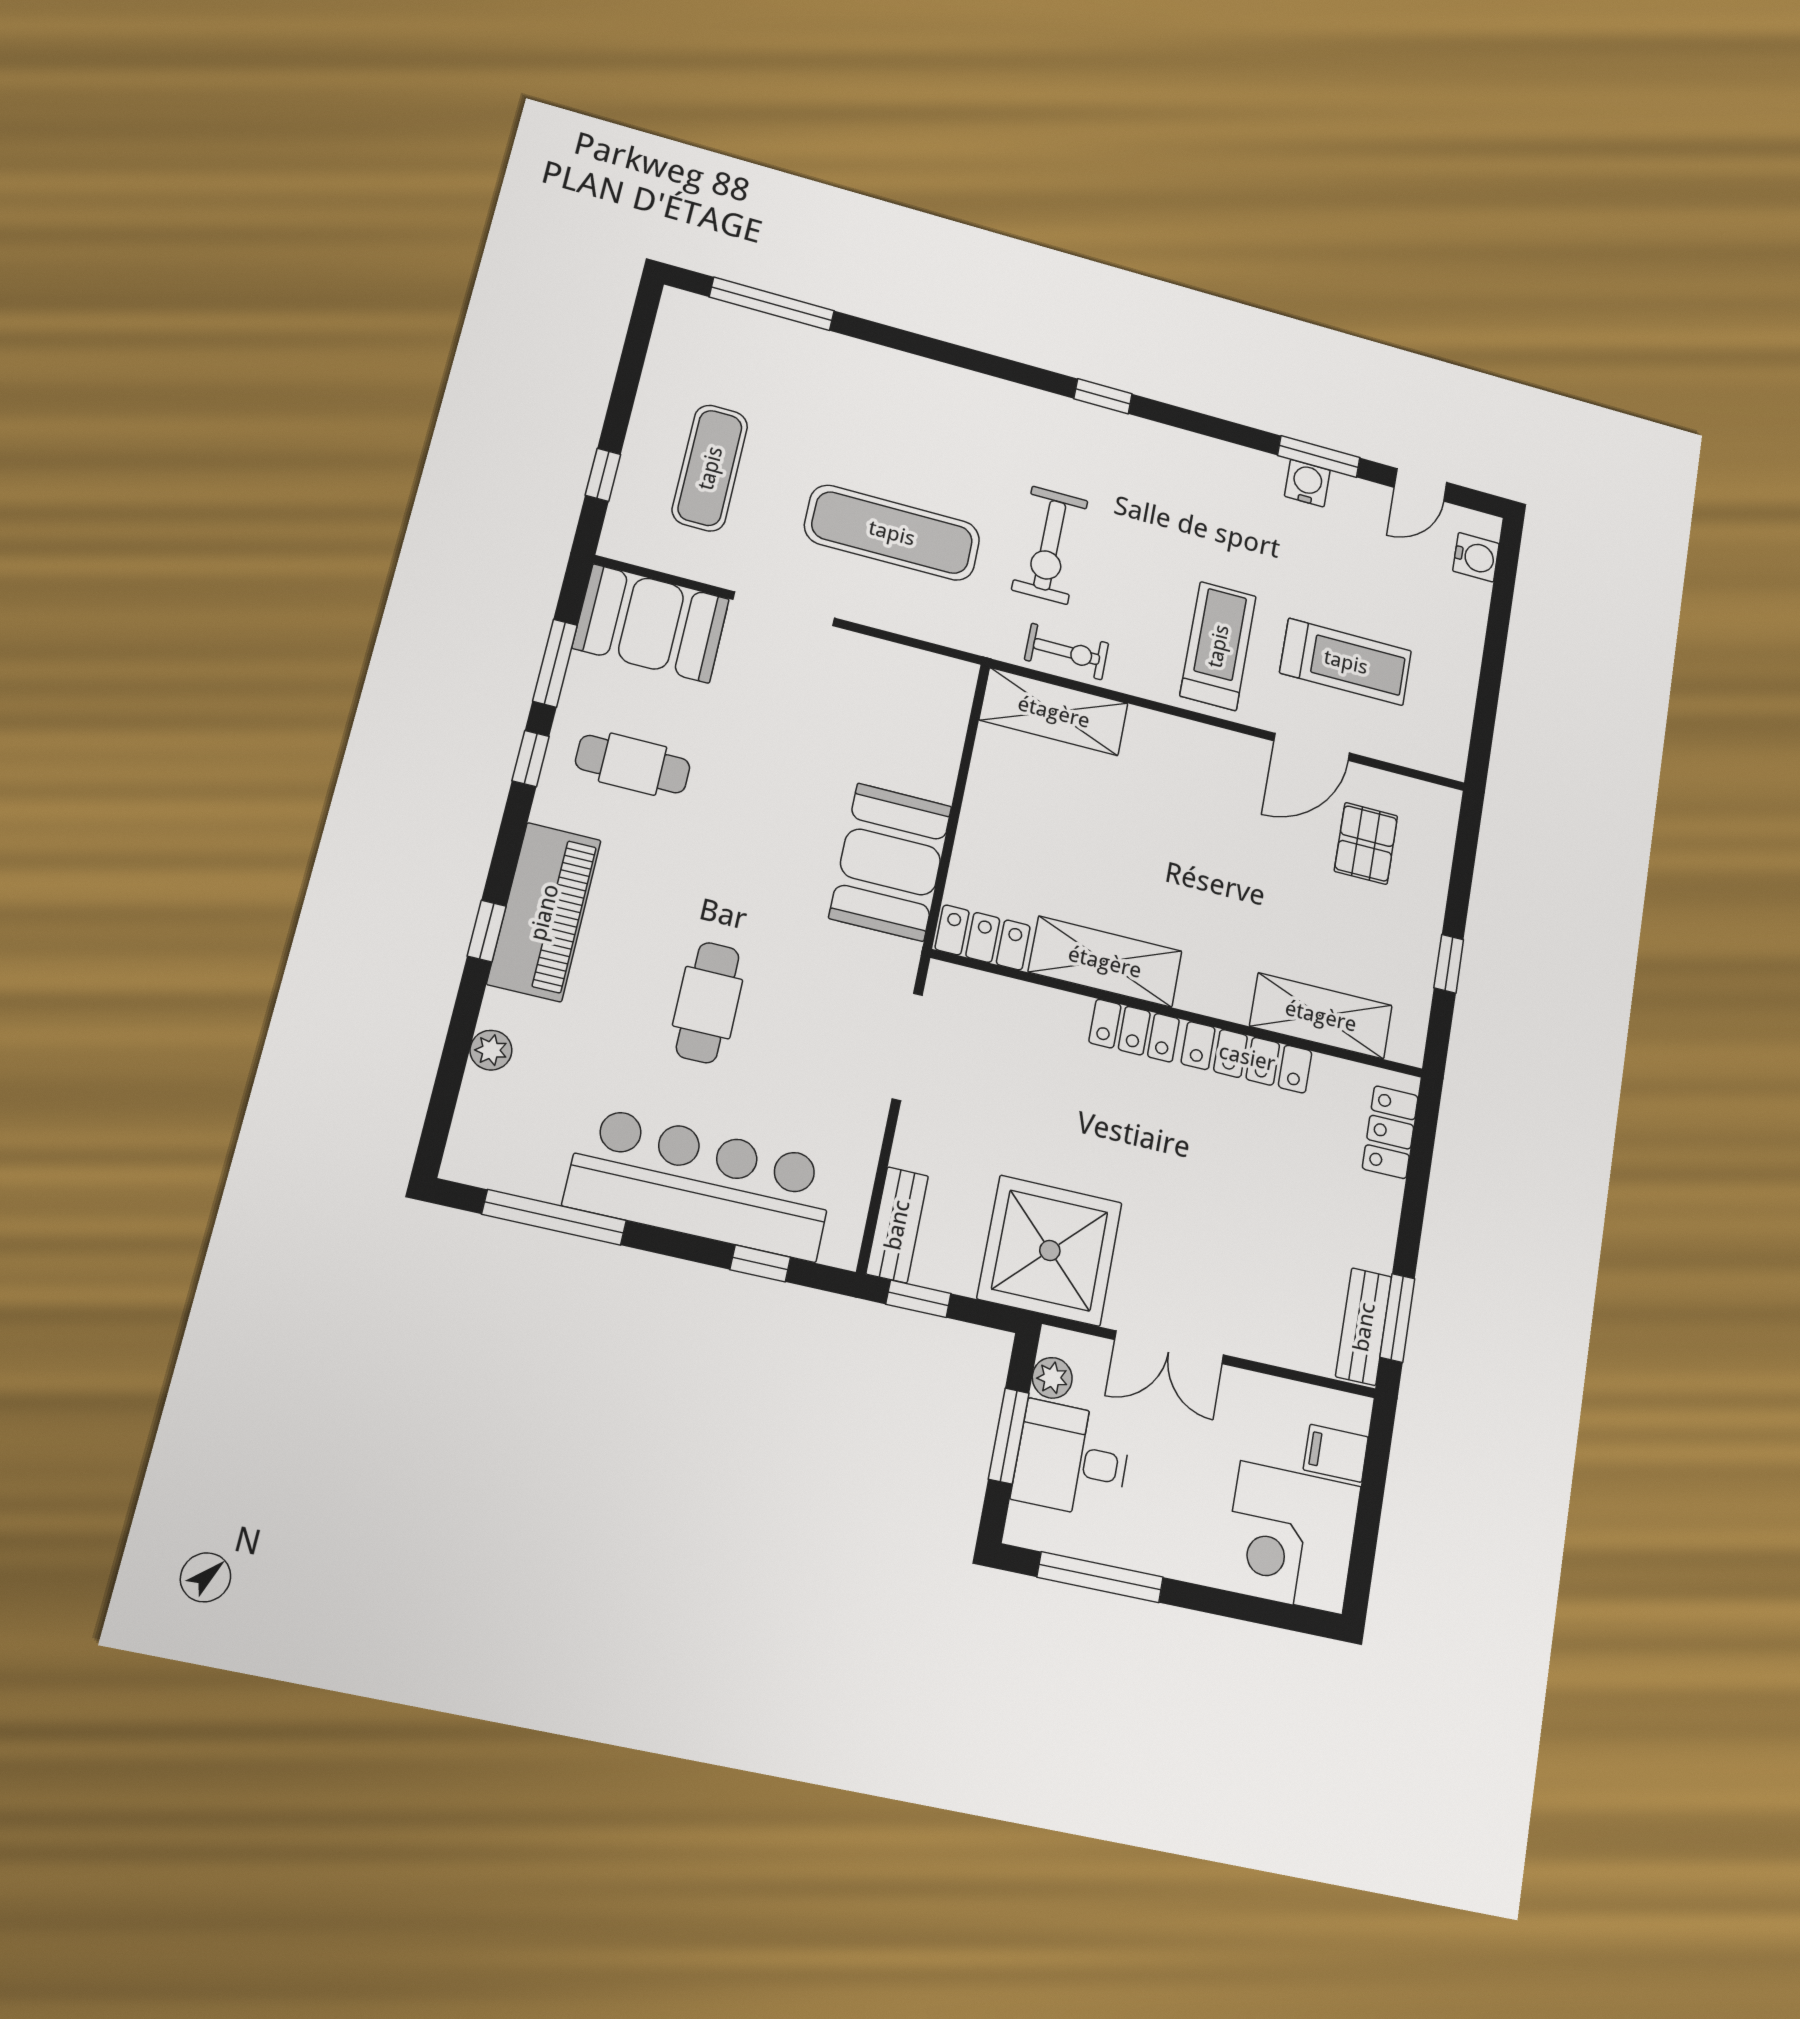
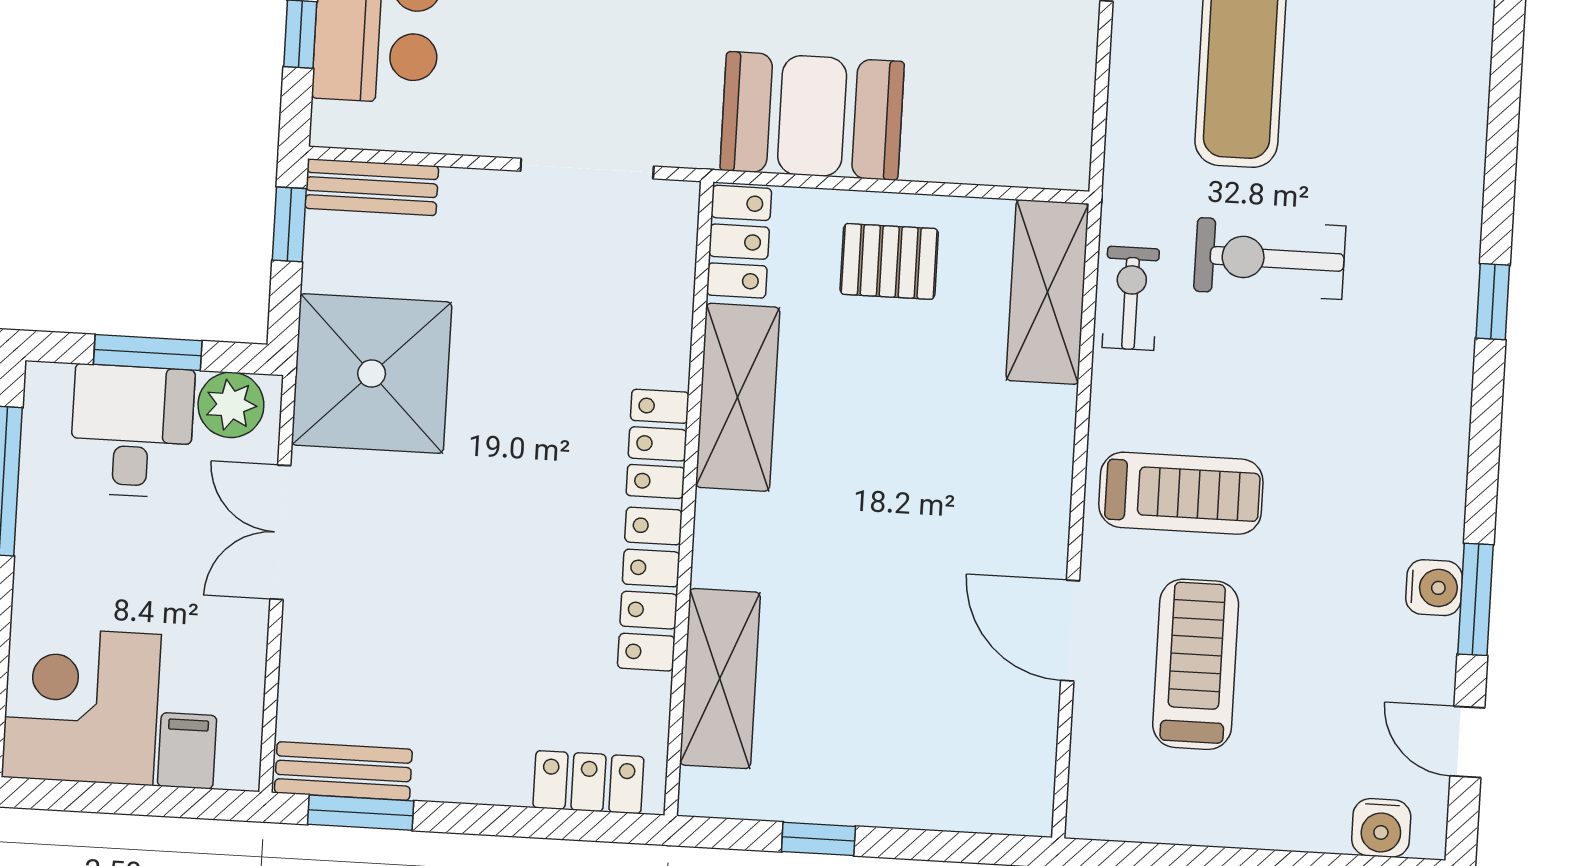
exercise bike: (1067, 652) -> (1131, 298), turned 180
treadmill: (1346, 662) -> (1196, 664), turned 180
pallet: (1366, 843) -> (889, 261), moved
plant: (1052, 1378) -> (231, 405), width x1.38, depth x1.38

